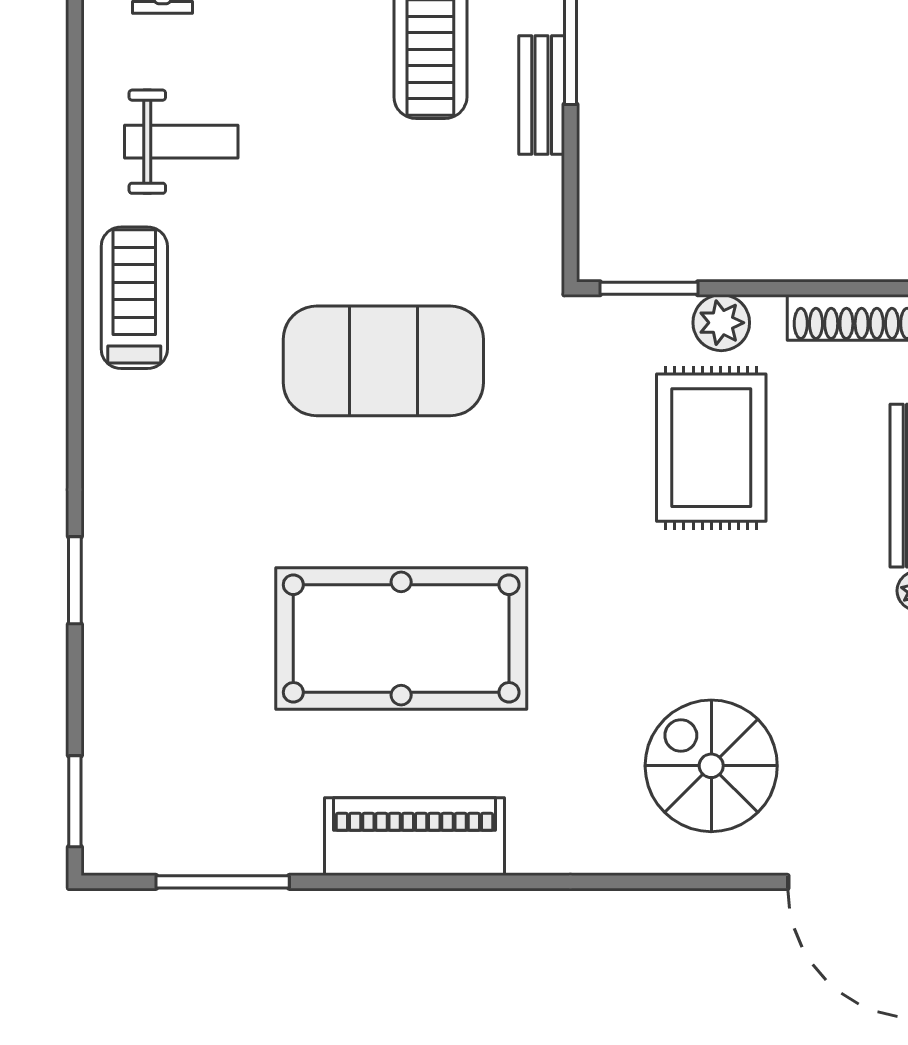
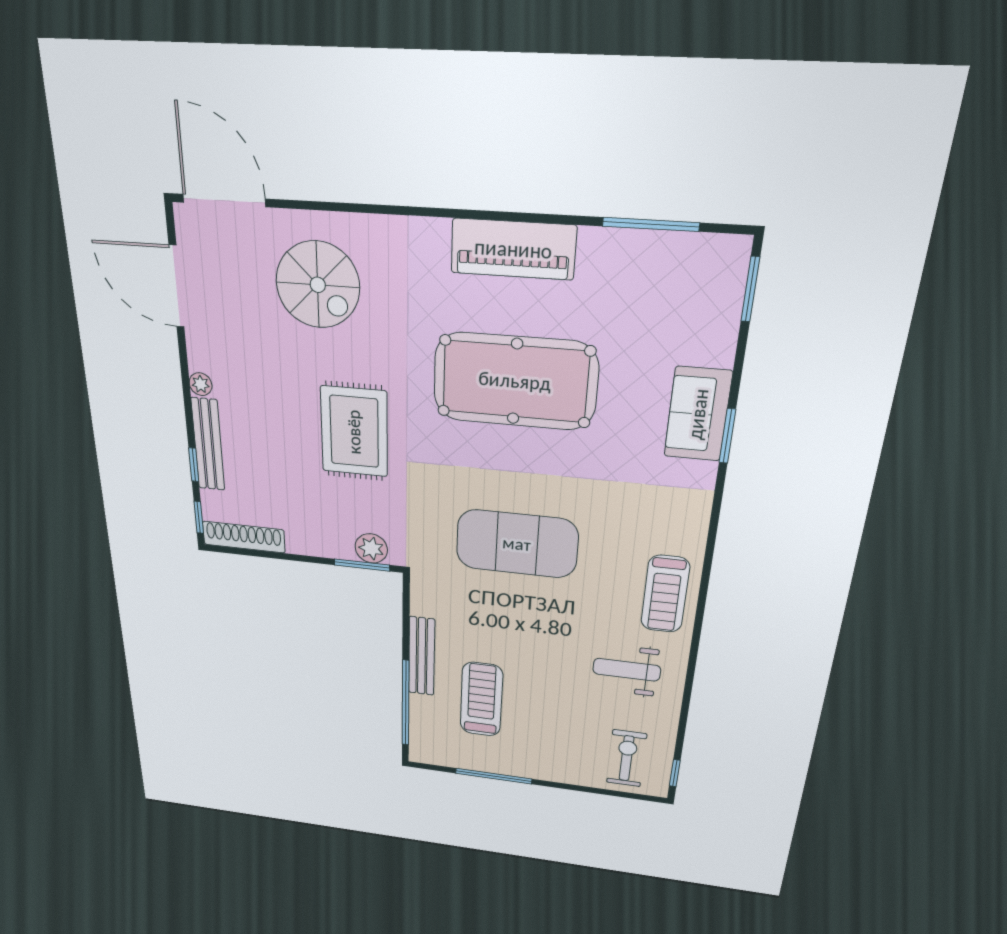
bench: (542, 95) -> (422, 656), width x1.36
plant: (721, 323) -> (371, 548), moved
rug: (711, 448) -> (354, 432), moved
sofa: (123, 611) -> (698, 414), added

